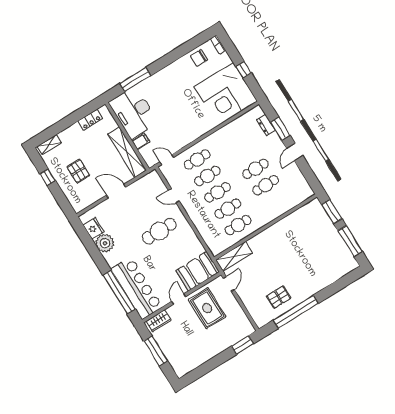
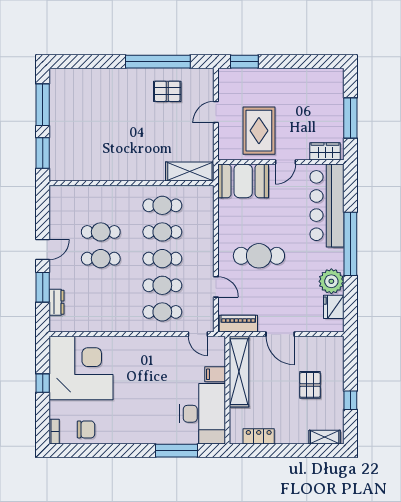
piano: (146, 181) -> (238, 324), added
door: (229, 284) -> (216, 112), moved
window: (119, 292) -> (350, 244), moved

